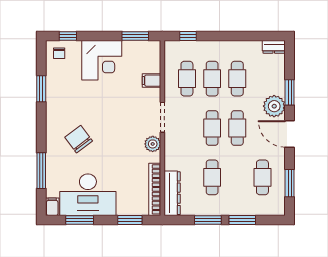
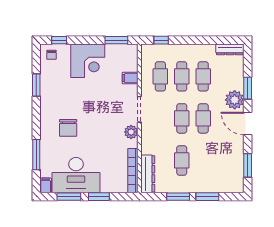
dresser: (274, 47) -> (230, 49), width x1.44
chair: (79, 139) -> (68, 128), turned -143
cafe table: (262, 177) -> (225, 160), removed
window: (130, 220) -> (99, 197), moved

